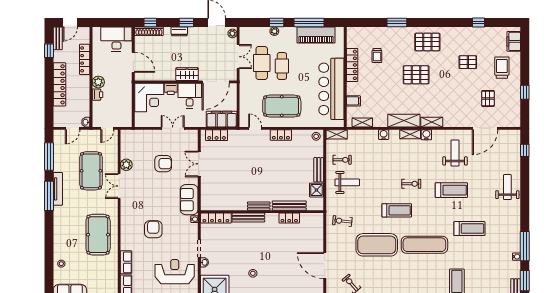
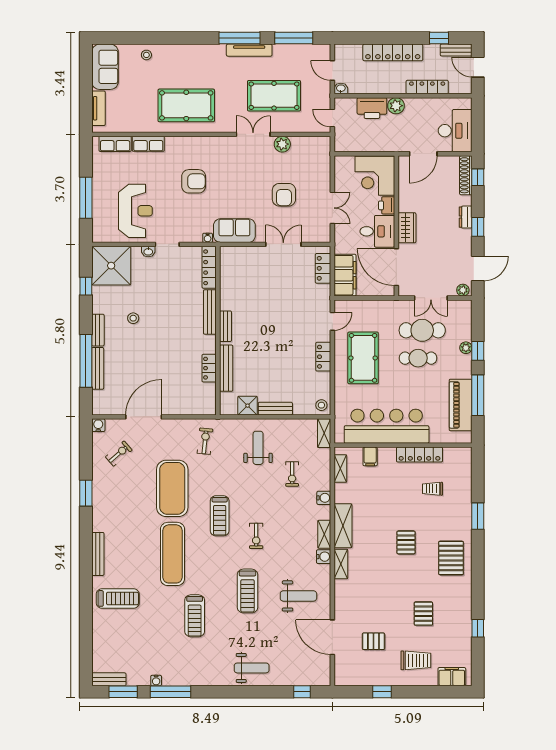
pallet: (416, 75) -> (406, 542), width x0.67, depth x0.71
printer: (97, 95) -> (372, 108), width x1.87, depth x1.48
exercise bike: (342, 160) -> (292, 474), moved
weight bench: (347, 182) -> (258, 448), turned 180

